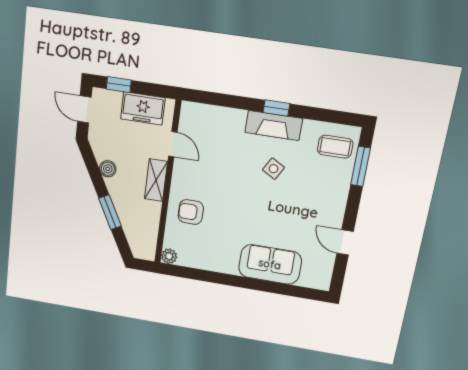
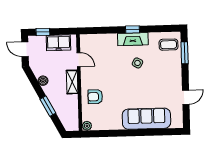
door: (345, 242) -> (186, 97), swing flipped
sofa: (270, 264) -> (146, 119), width x1.36

